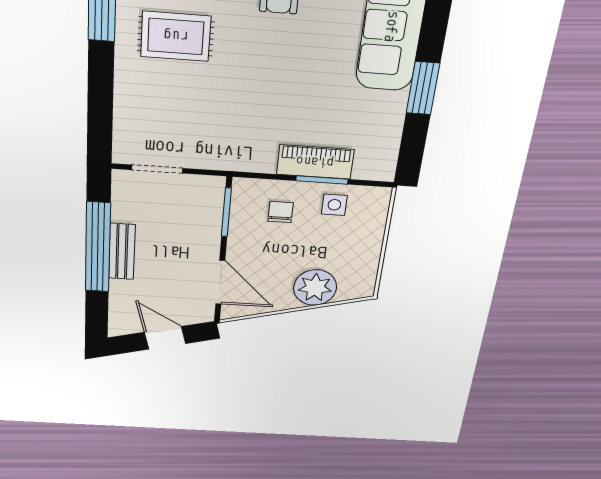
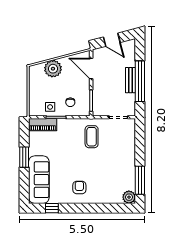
rug: (176, 36) -> (114, 170), removed
coffee table: (233, 127) -> (92, 137), added
piano: (315, 162) -> (43, 125), moved

